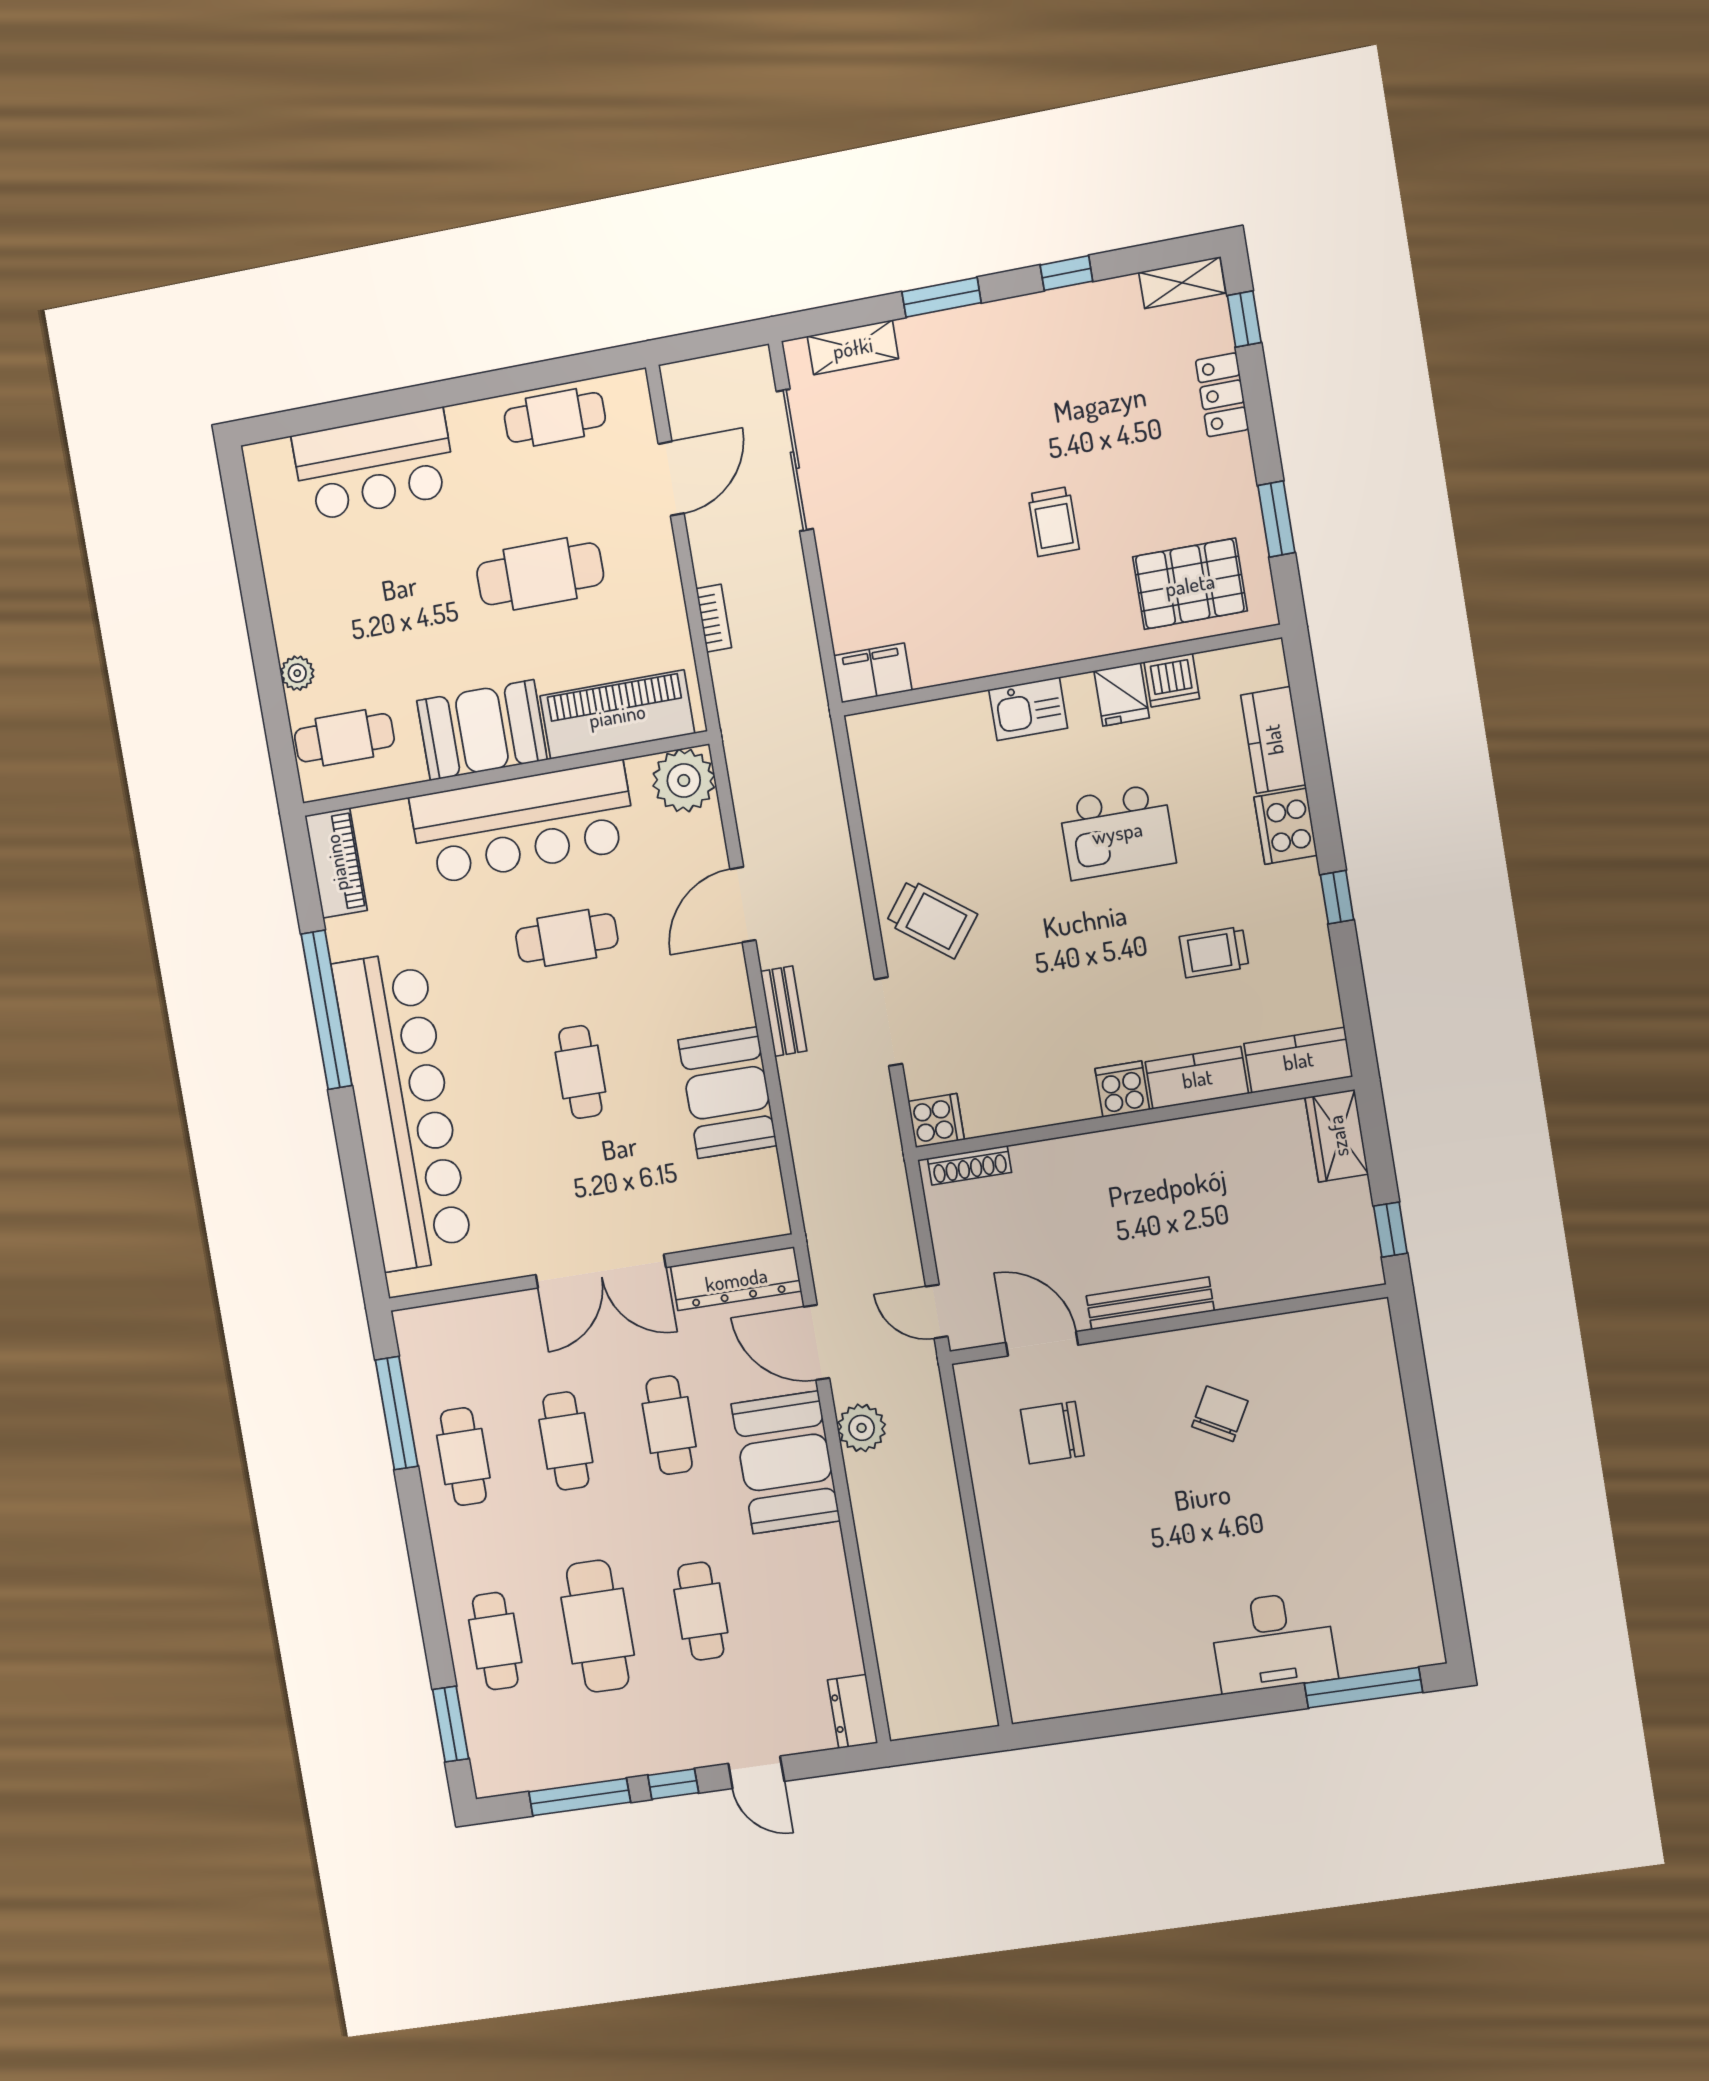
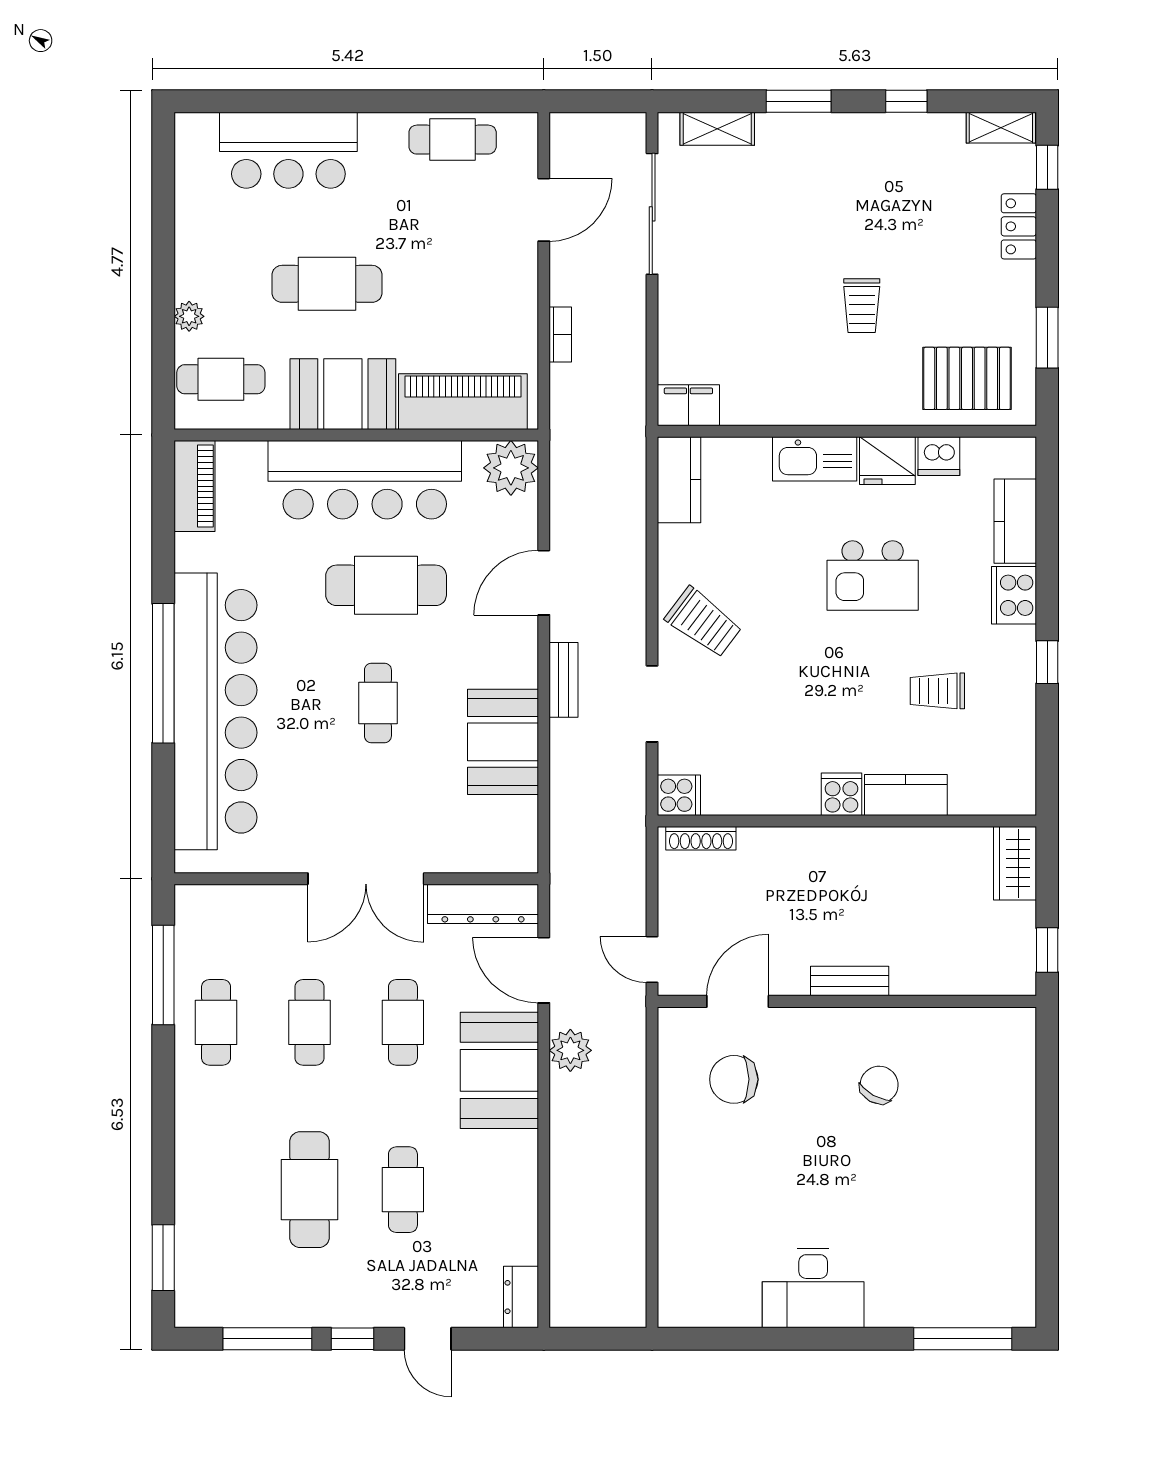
cafe table: (540, 574) -> (327, 284), moved
fridge: (1122, 694) -> (887, 461), width x1.38
kitchen sink: (1028, 709) -> (815, 459), width x1.38
cafe table: (567, 938) -> (386, 585), width x1.37, depth x1.35
window: (326, 1010) -> (163, 673), moved
kitchen counter: (1298, 1060) -> (679, 480), moved, turned 90
bench: (1150, 1303) -> (850, 981), width x0.73
door: (1042, 1344) -> (738, 1001), hinge flipped
cafe table: (495, 1641) -> (216, 1190), removed
desk: (1273, 1642) -> (813, 1288), moved

